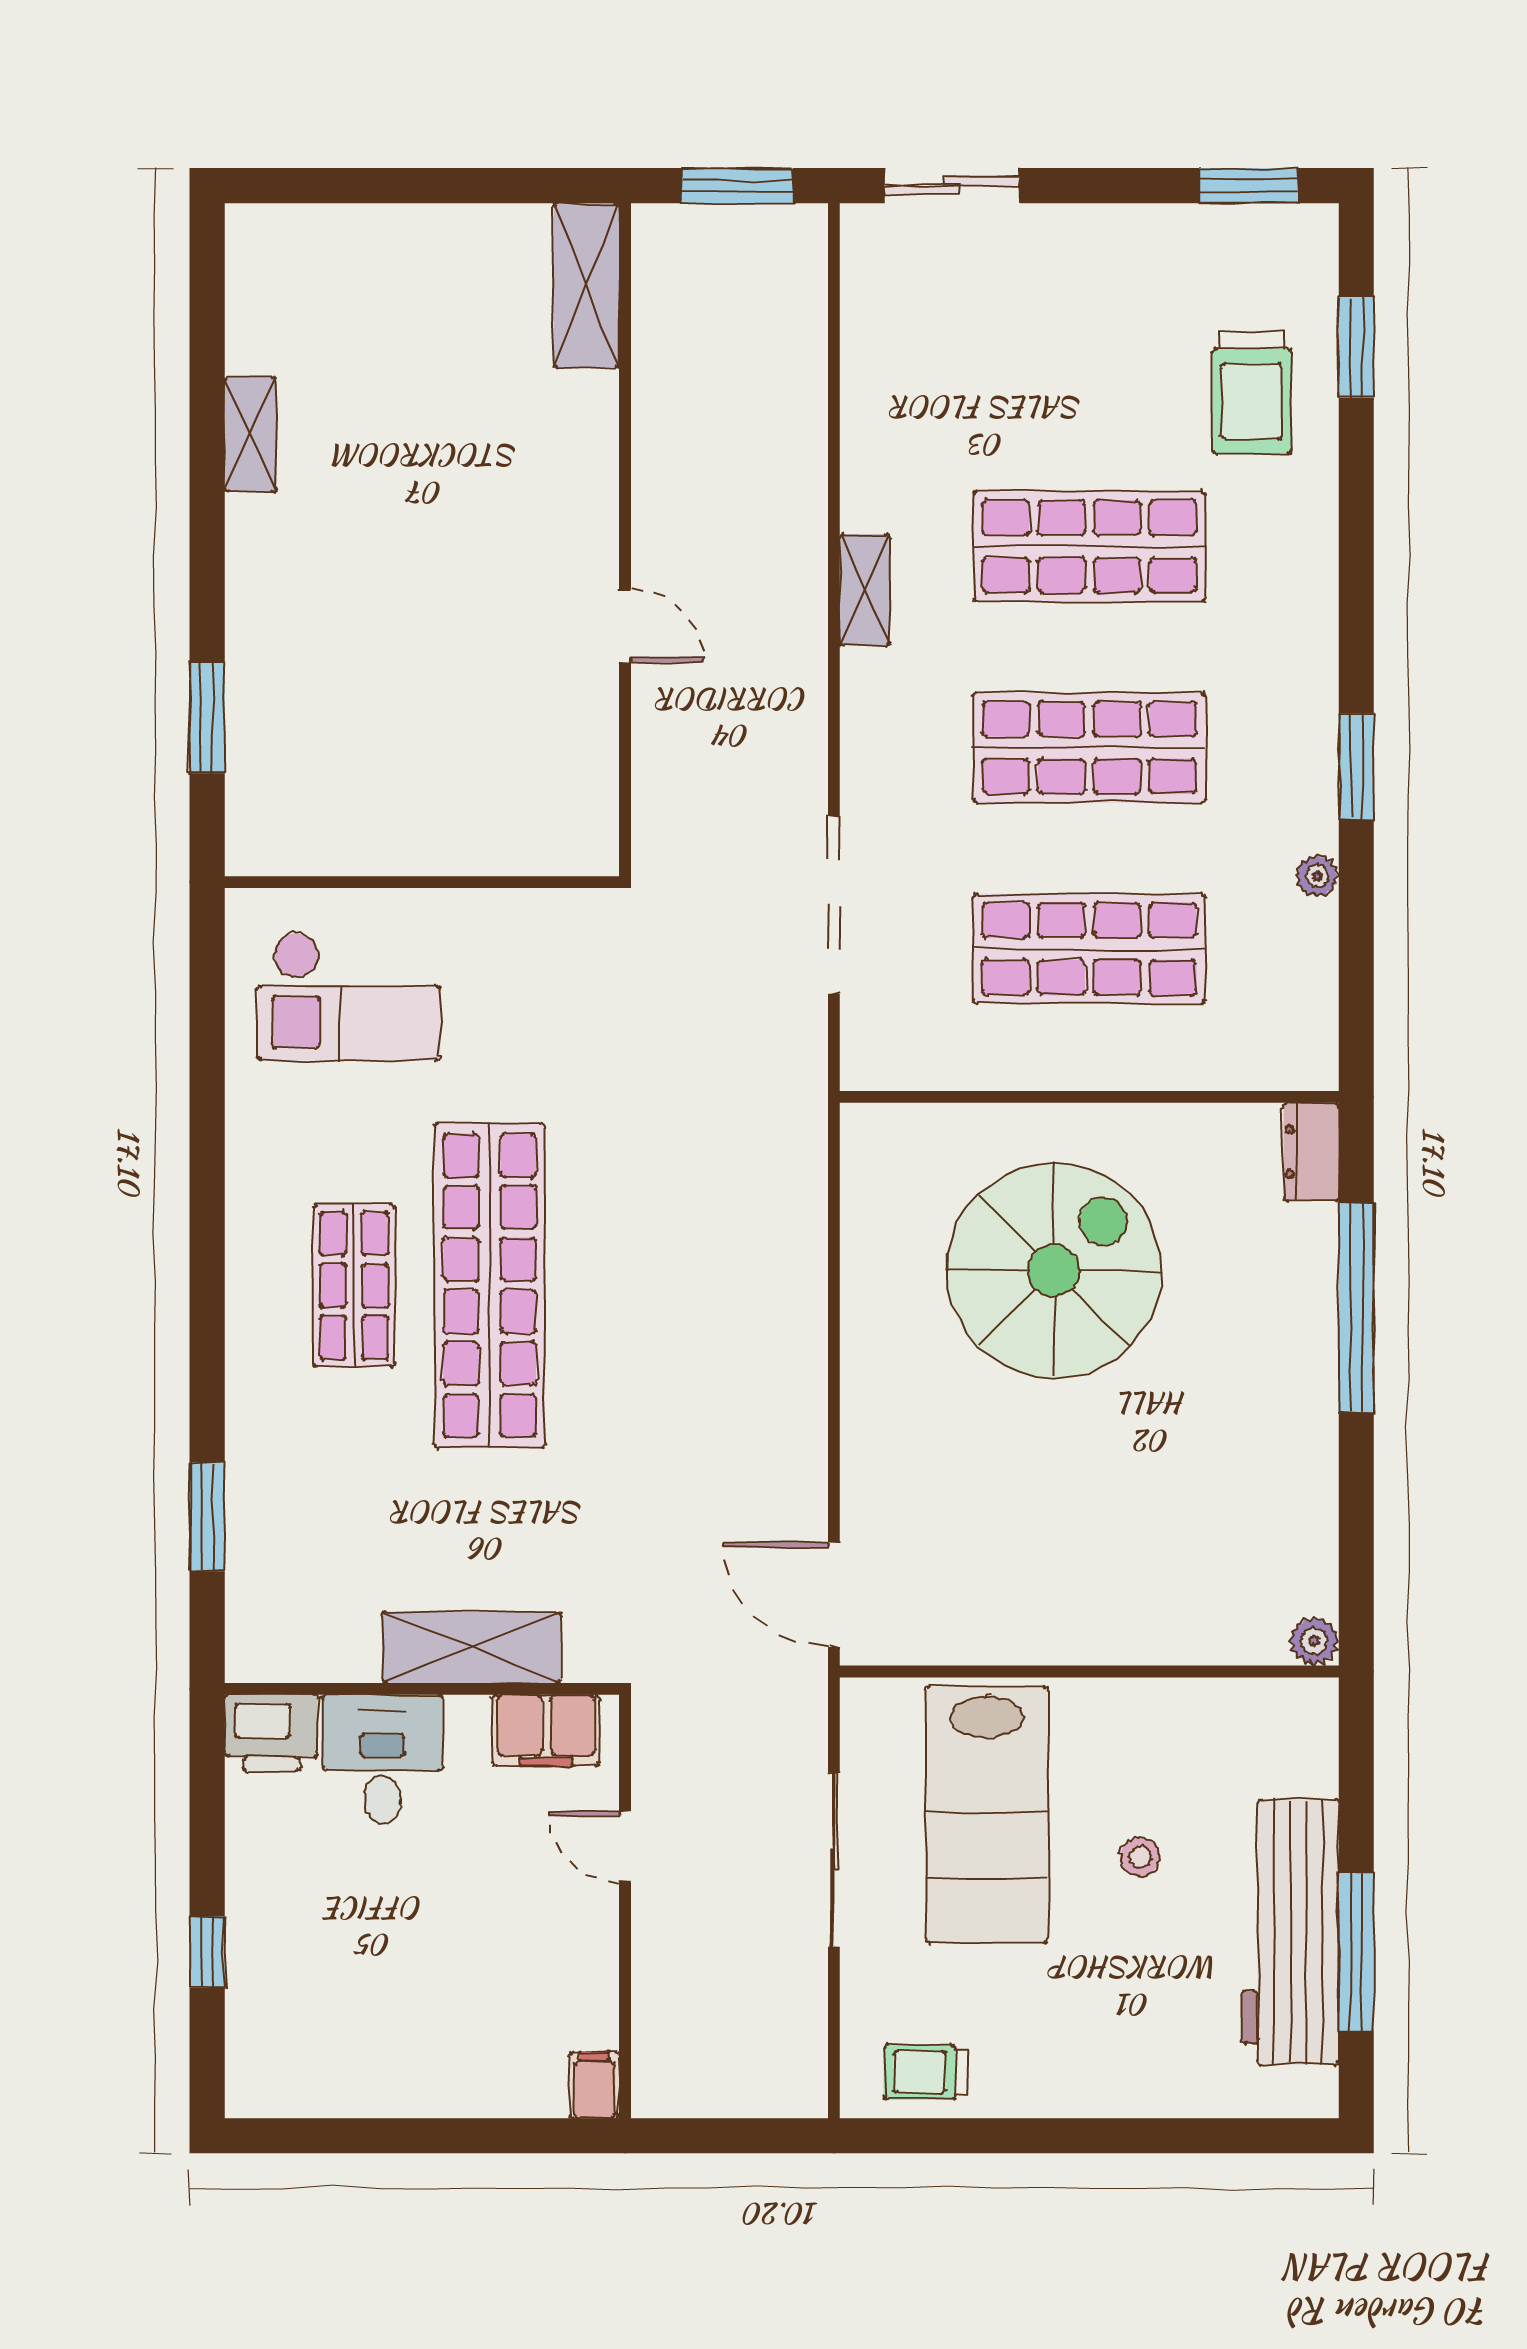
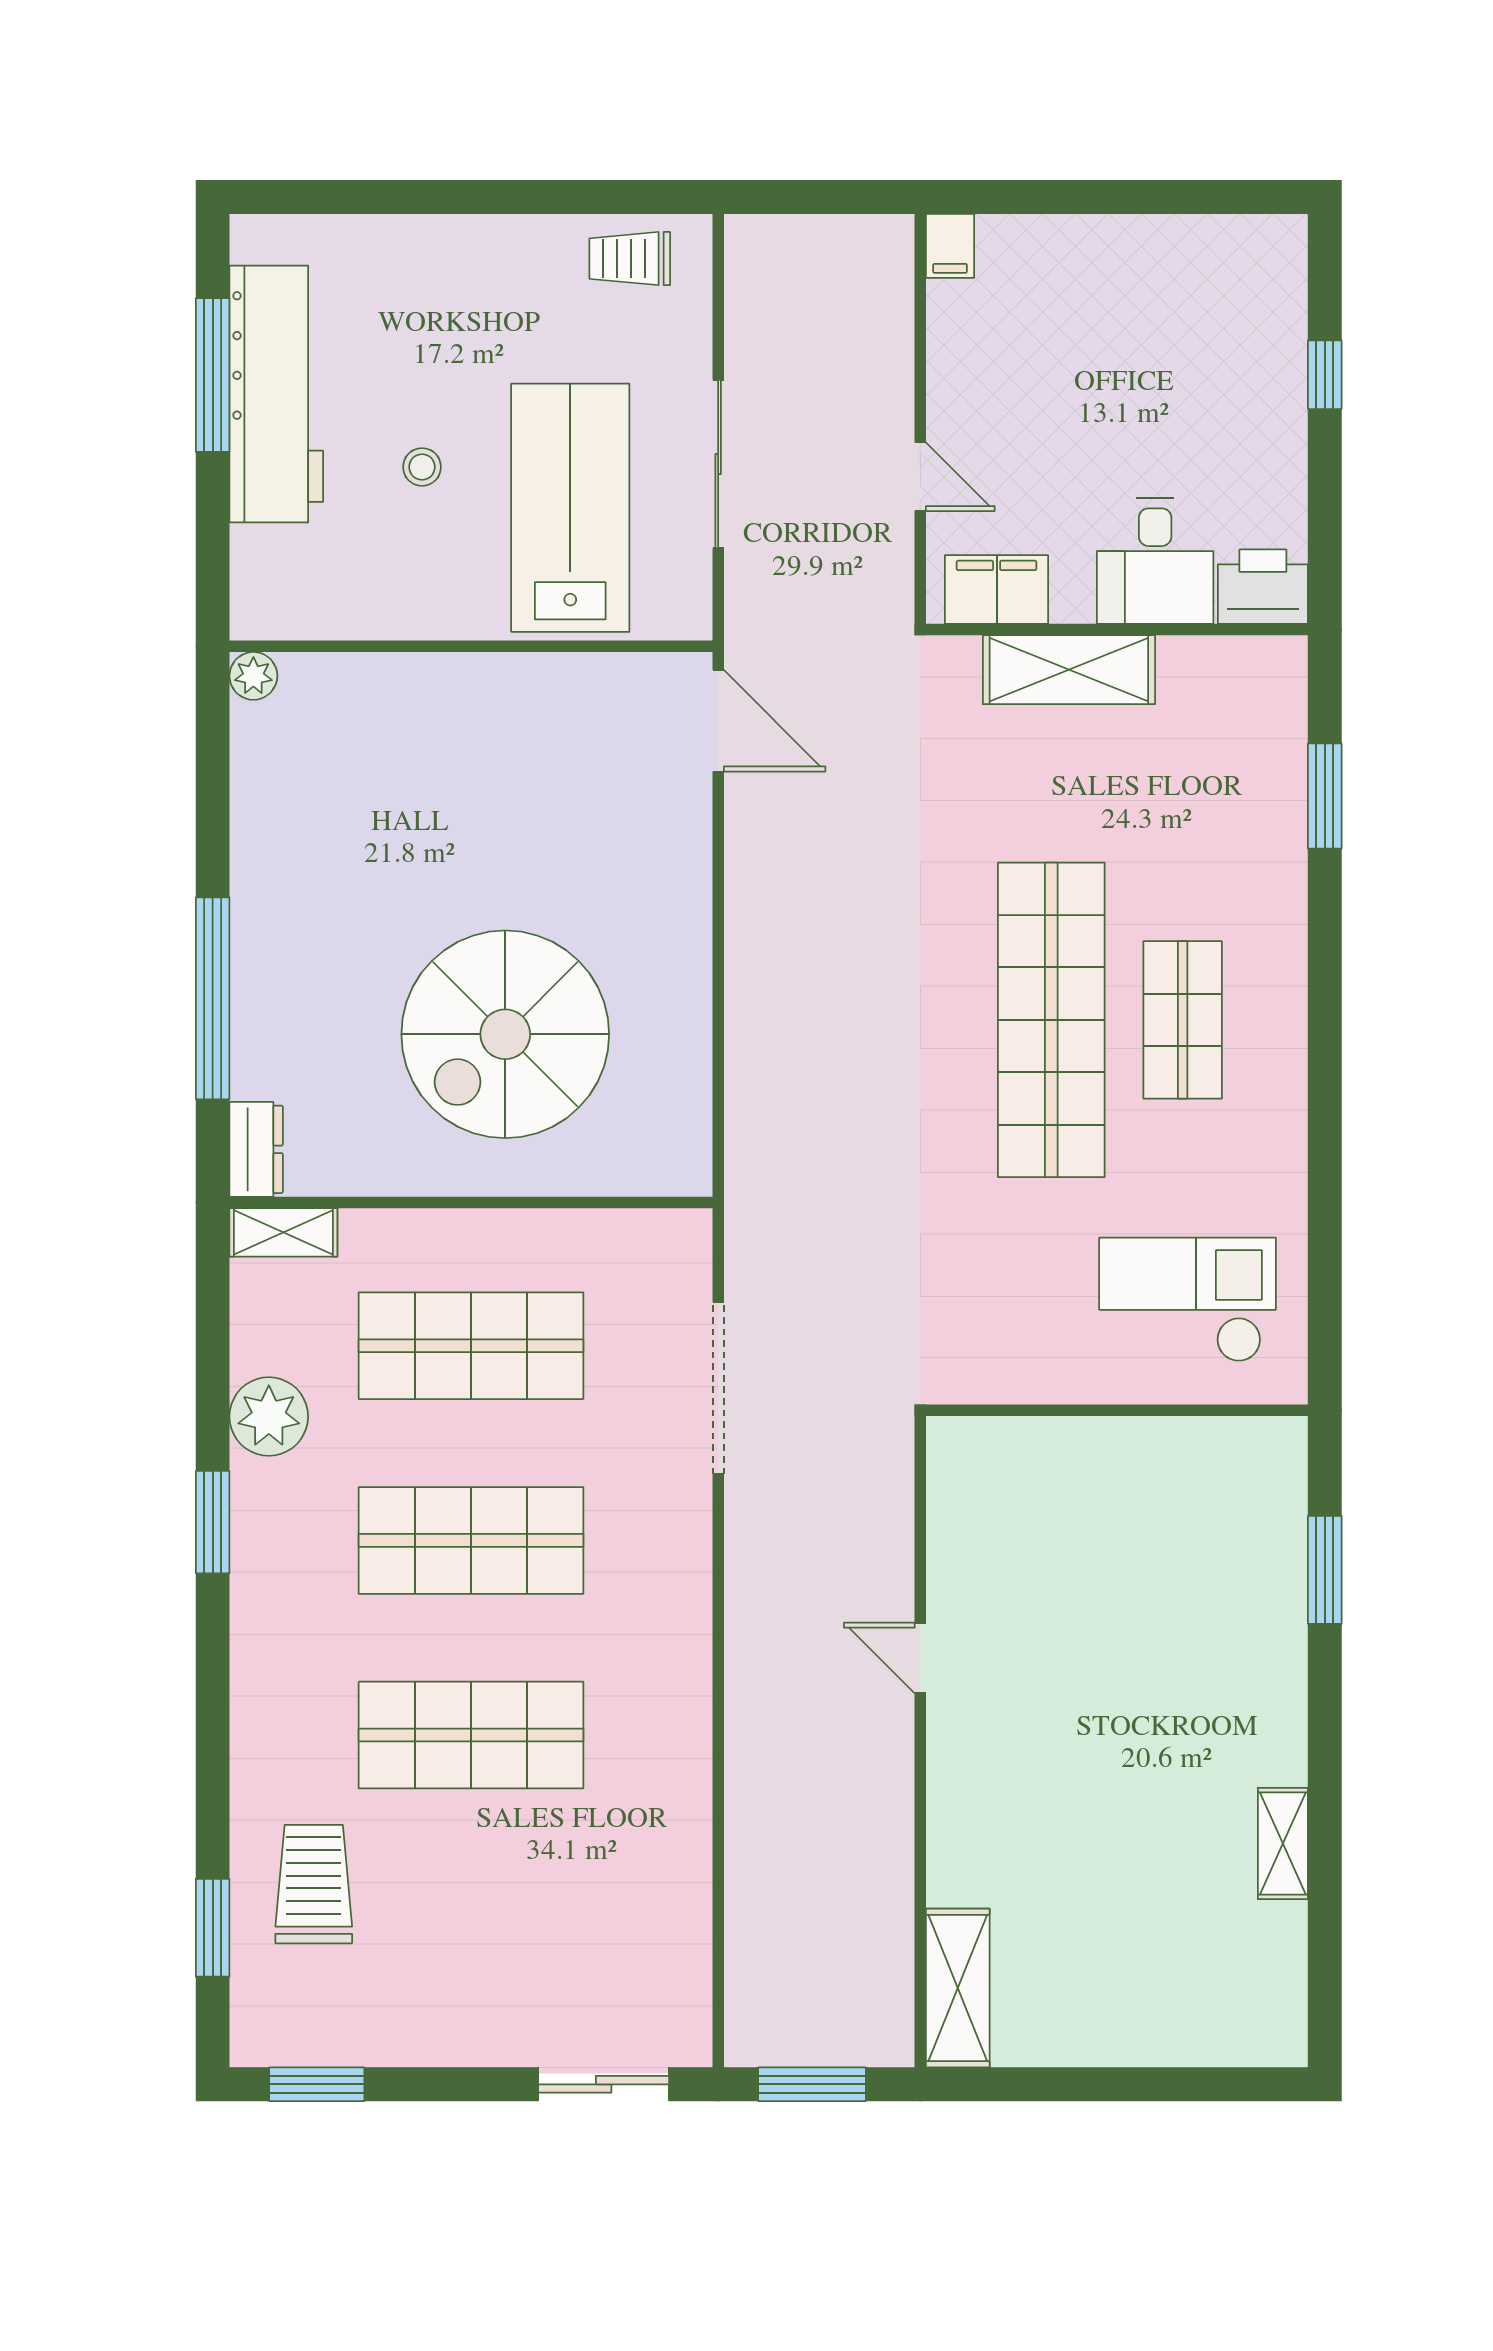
shelving: (865, 590) -> (283, 1232), moved, turned 90
plant: (1317, 876) -> (269, 1416), width x1.87, depth x1.87
trolley: (925, 2072) -> (630, 259), turned 180

